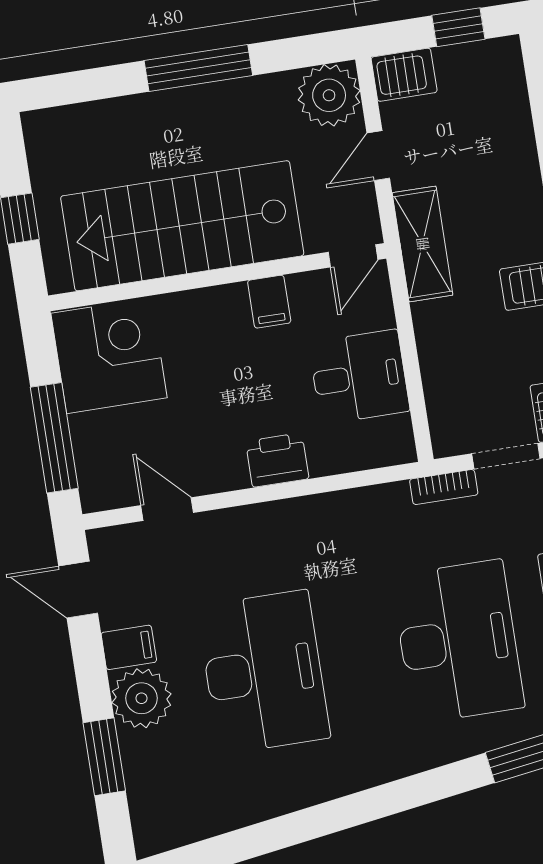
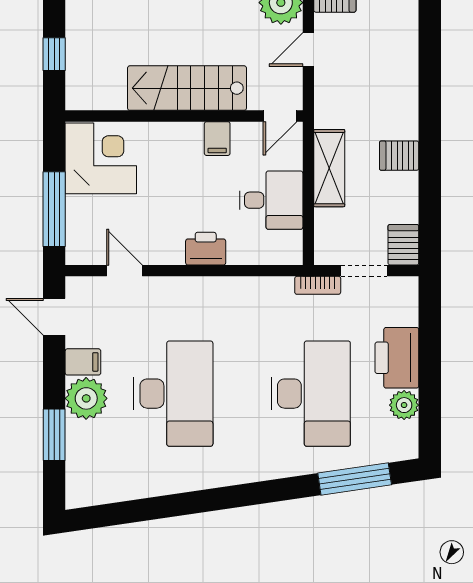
stairs: (182, 226) -> (187, 88), width x0.73, depth x0.66
shelving: (422, 244) -> (329, 168), moved

